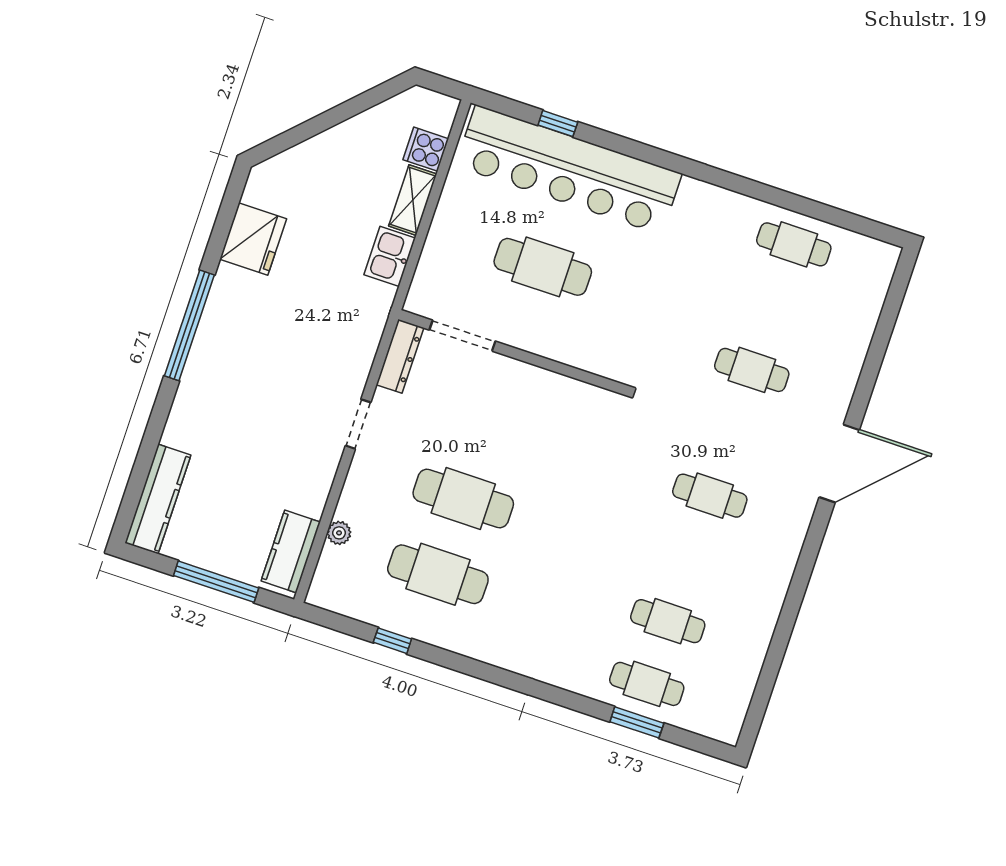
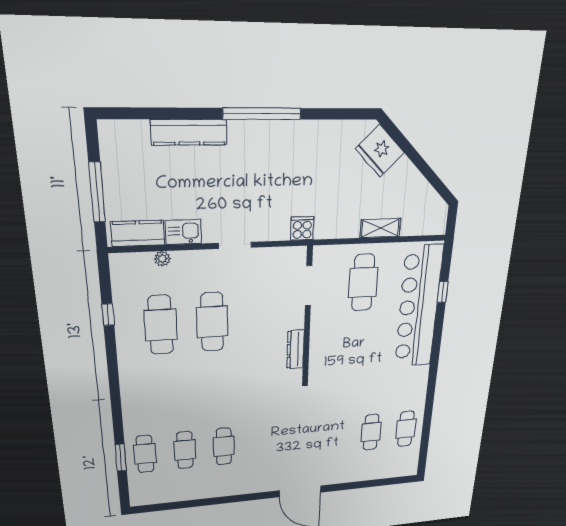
cooker: (426, 149) -> (302, 228), moved
fridge: (253, 239) -> (380, 151), moved, turned 45
kitchen sink: (390, 256) -> (183, 232), moved
cafe table: (543, 267) -> (363, 283), moved
dresser: (400, 356) -> (296, 349), moved, turned 90
cafe table: (752, 370) -> (371, 432), moved
cafe table: (710, 496) -> (224, 446), moved
kitchen counter: (158, 499) -> (189, 132), moved

